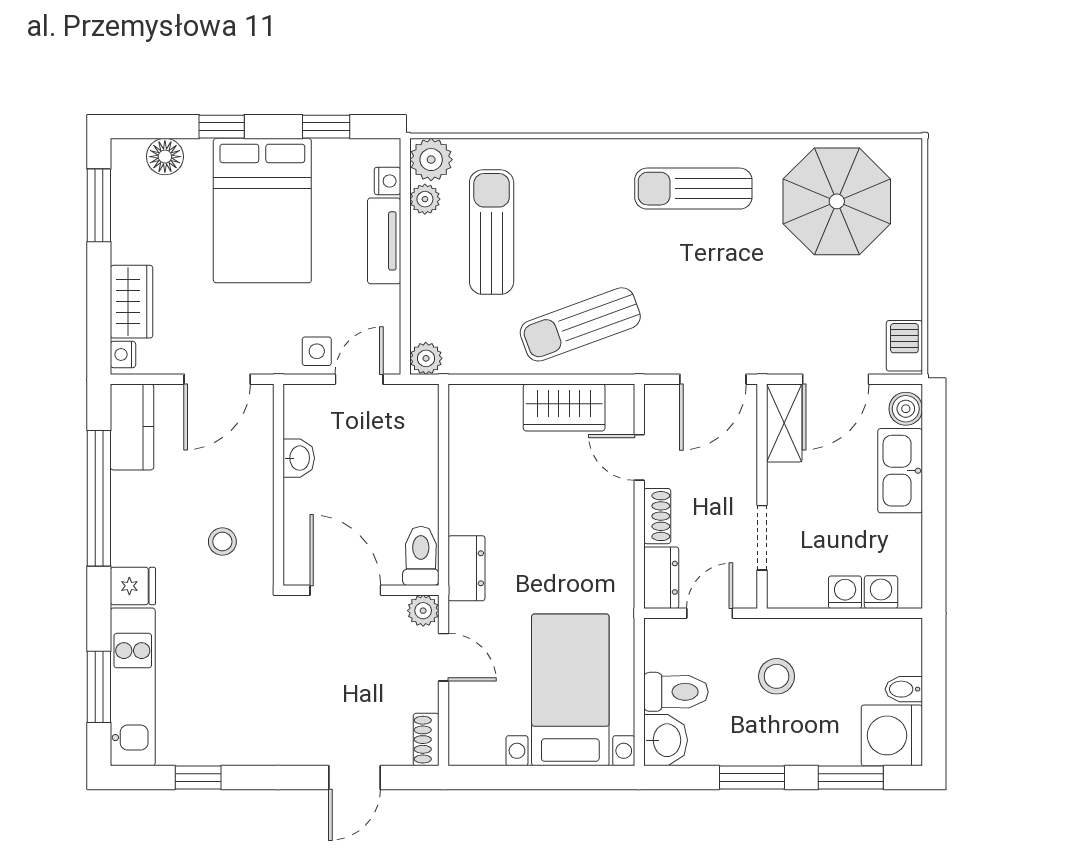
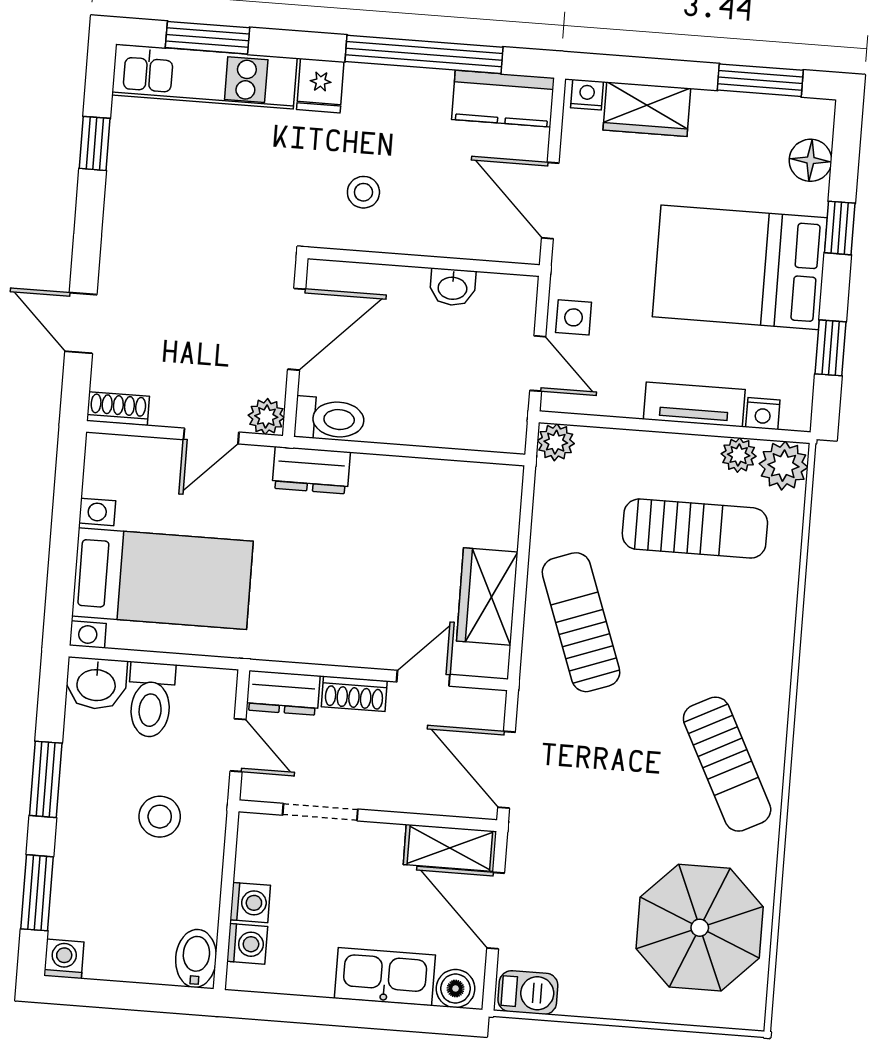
sun lounger: (693, 189) -> (727, 764), turned 153
bidet: (904, 689) -> (196, 958), moved, width x1.38, depth x1.36
washing machine: (892, 735) -> (64, 959), width x0.53, depth x0.53

